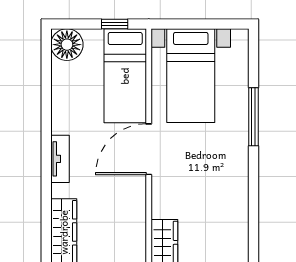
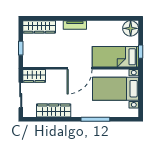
door: (149, 149) -> (80, 68), swing flipped
wardrobe: (235, 202) -> (54, 110), added

